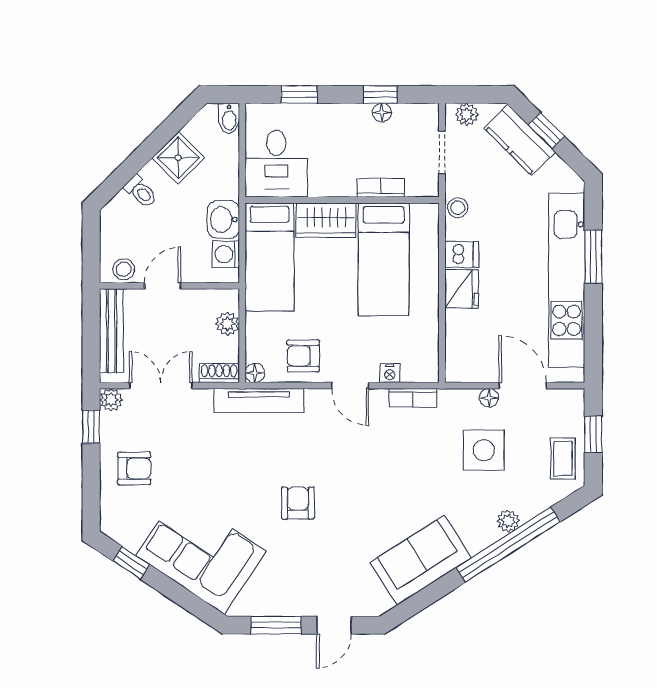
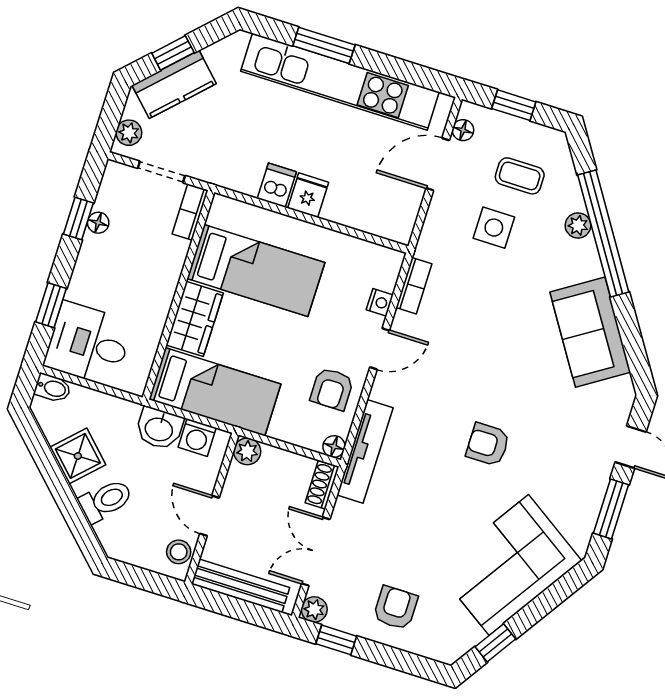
desk: (276, 164) -> (88, 344), moved, turned 180
bookcase: (381, 188) -> (190, 212), moved
toilet: (141, 192) -> (106, 501), width x1.37, depth x1.39
stool: (458, 208) -> (226, 174), removed
fridge: (462, 289) -> (308, 195), width x0.72
plant: (227, 324) -> (247, 451), moved
floor lamp: (489, 398) -> (463, 130), moved
side table: (484, 450) -> (494, 228), width x0.73, depth x0.73
coffee table: (563, 459) -> (520, 176), moved

